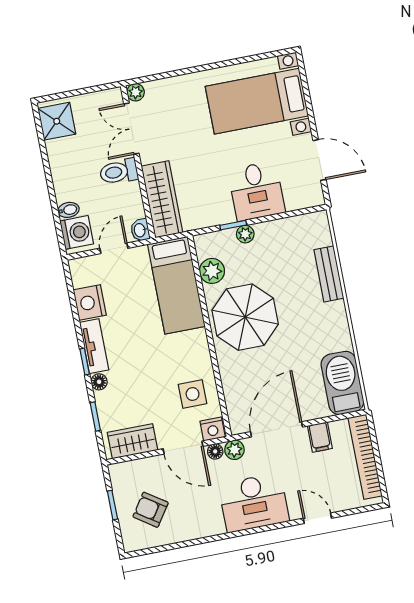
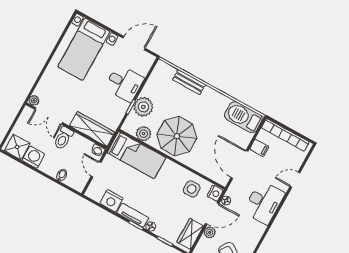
washing machine: (77, 232) -> (33, 157), moved
plant: (245, 234) -> (143, 107), width x1.88, depth x1.88
plant: (234, 450) -> (210, 232), moved

